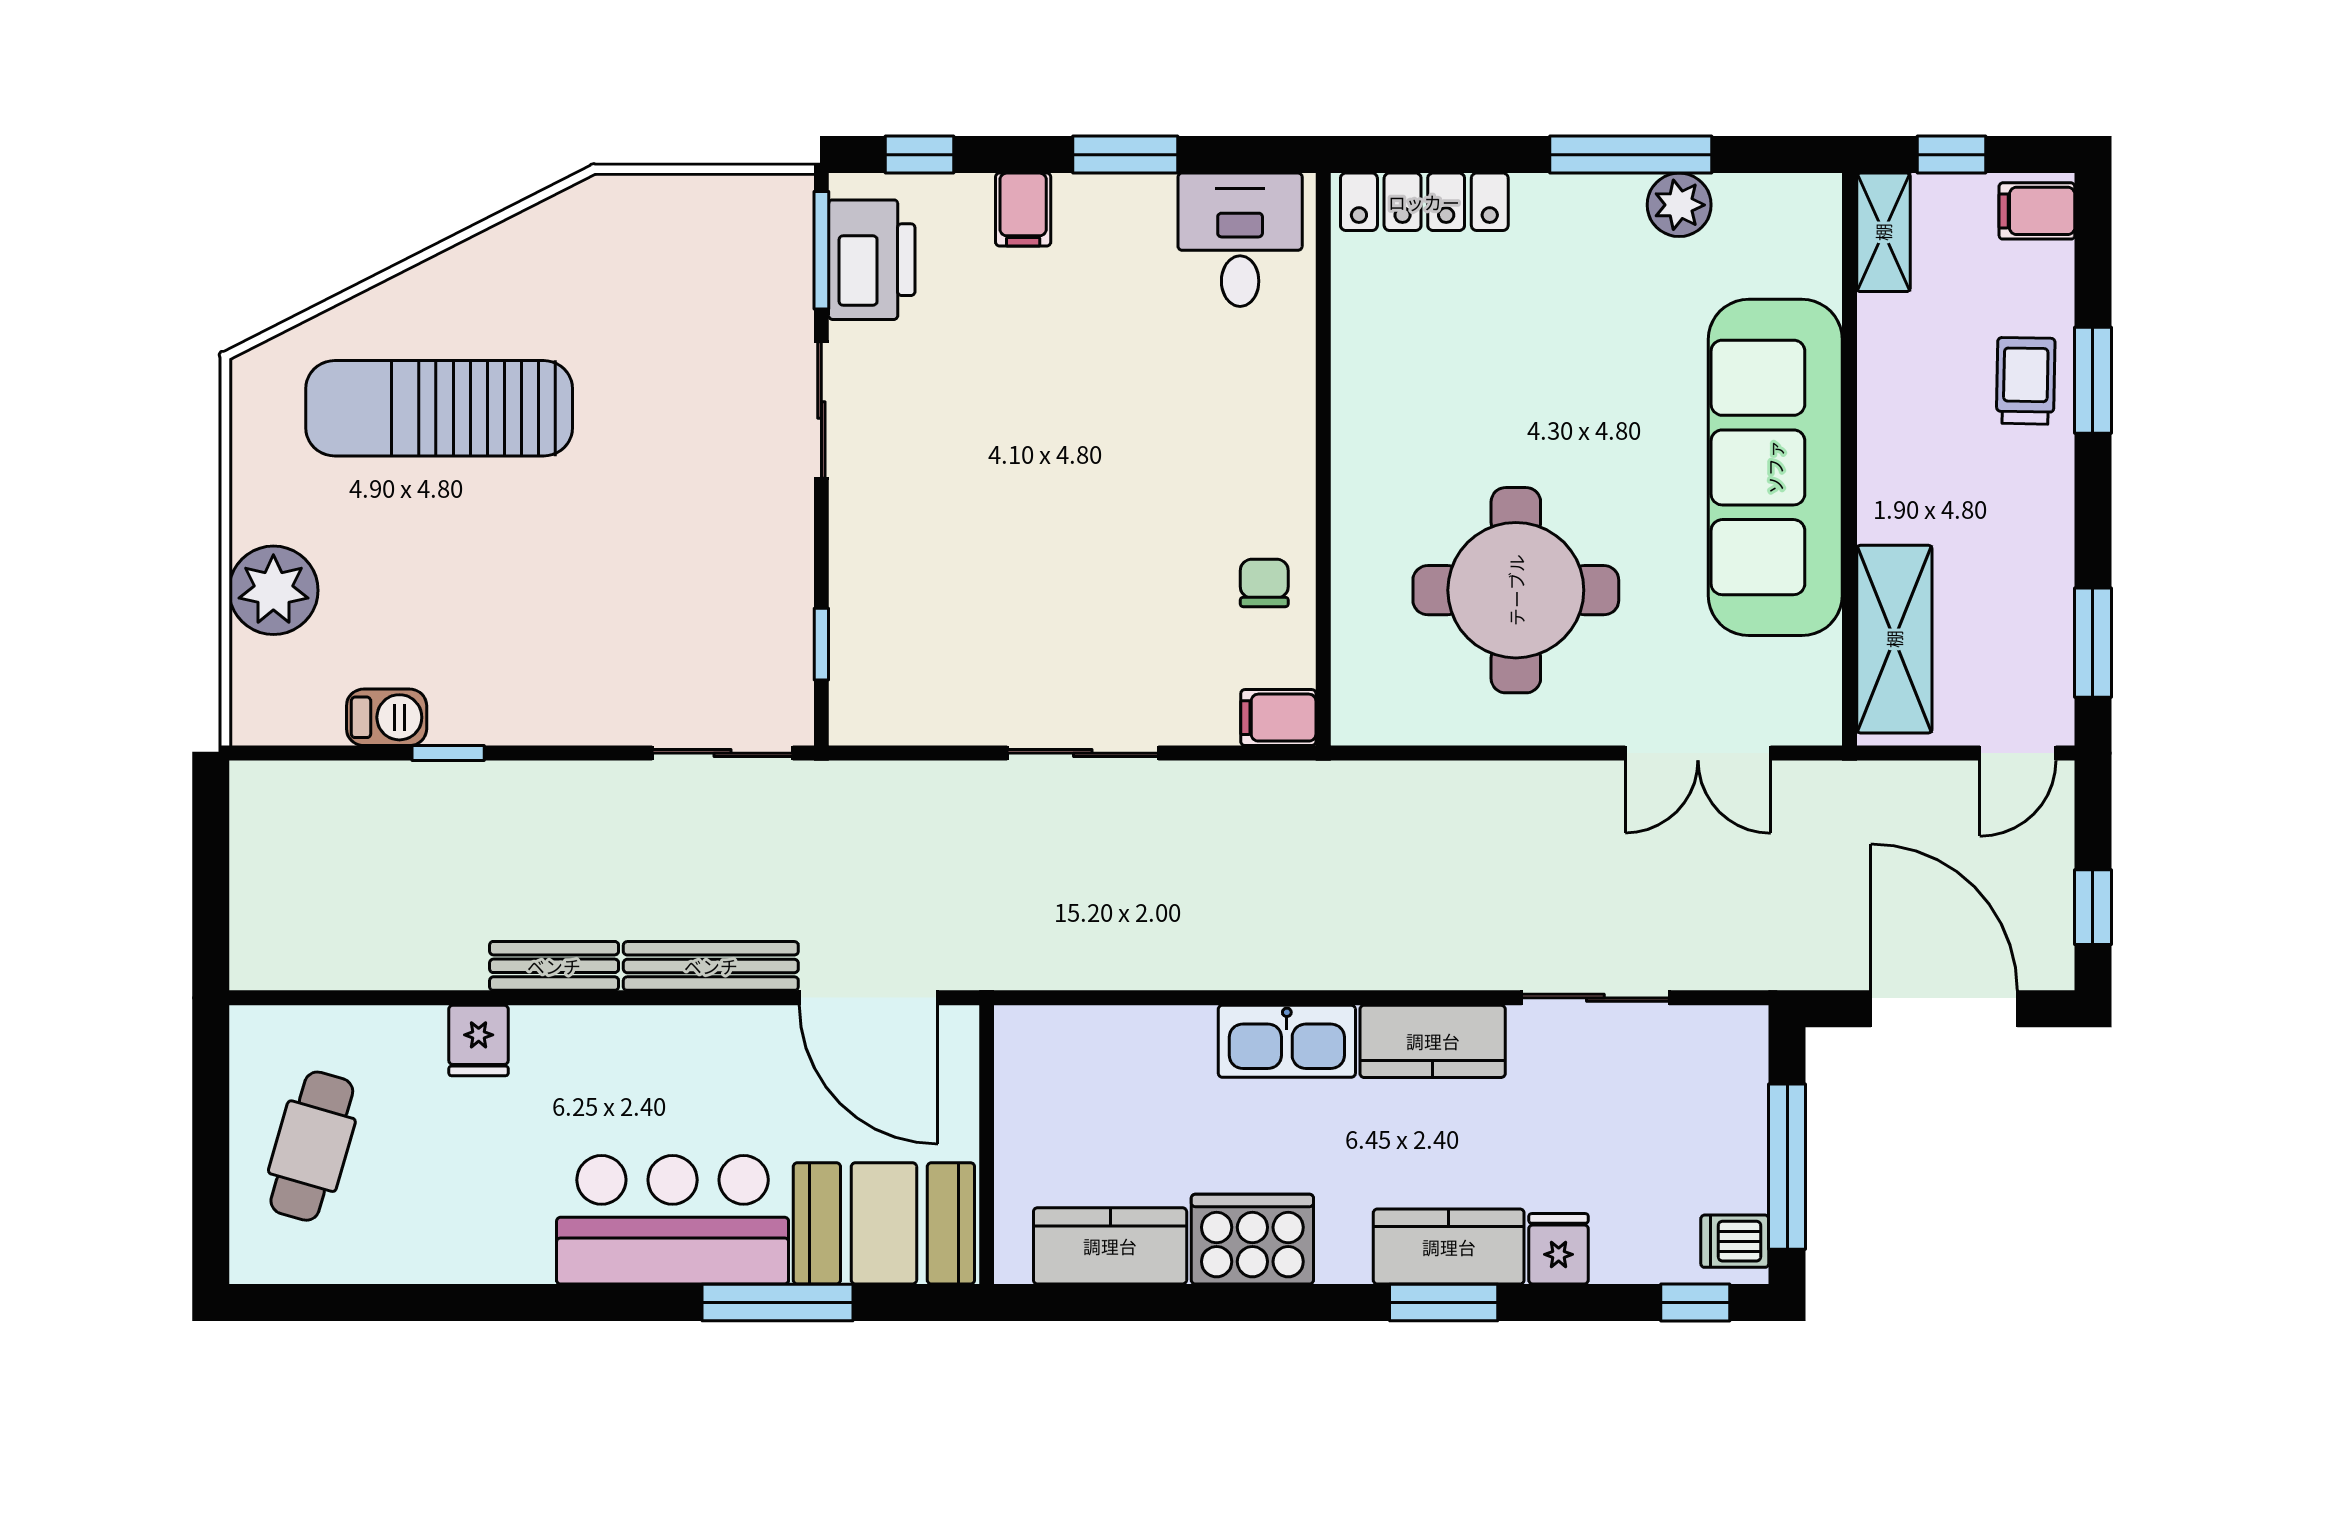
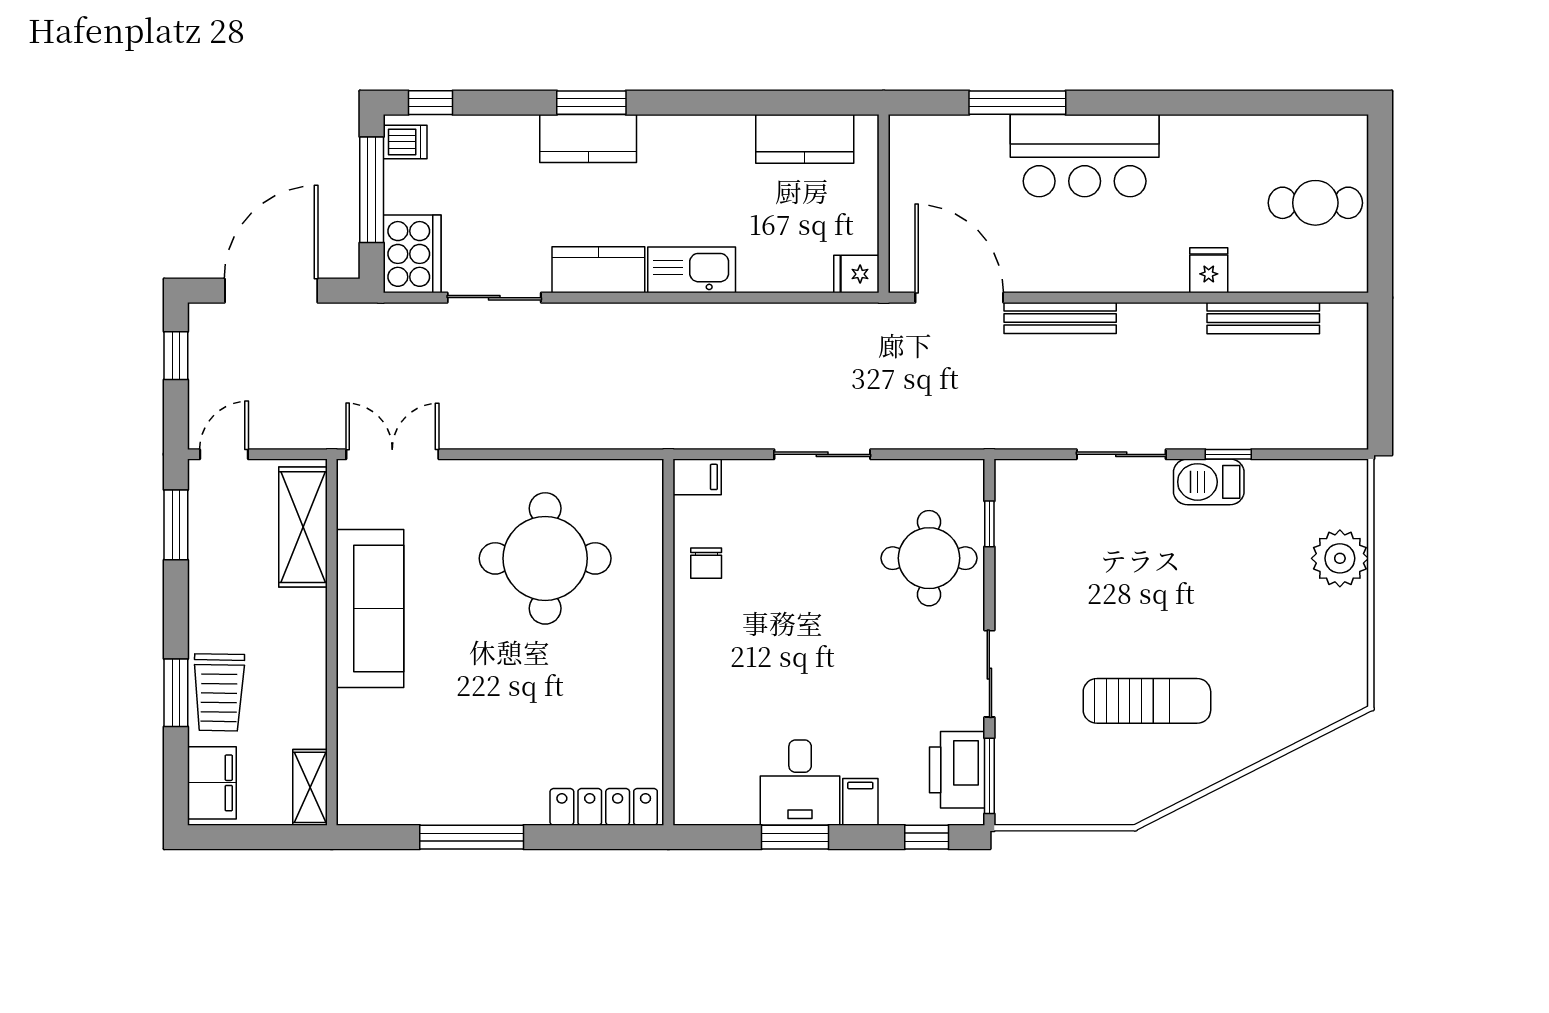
window: (1951, 155) -> (266, 837), removed
plant: (1679, 205) -> (441, 805), removed
filing cabinet: (2037, 211) -> (212, 783), width x2.00
desk: (1240, 240) -> (800, 783), moved
trolley: (2026, 381) -> (219, 692), width x1.36, depth x1.39
sun lounger: (439, 408) -> (1147, 701), moved, width x0.73, depth x0.75
sofa: (1775, 467) -> (370, 608), width x0.74, depth x0.79
round table: (916, 591) -> (929, 558), added
barbecue: (387, 717) -> (1209, 482), moved, width x1.38, depth x1.27
sliding door: (723, 753) -> (1121, 454), moved
double door: (1698, 753) -> (392, 454), moved
bench: (554, 966) -> (1263, 318), moved, width x1.36
door: (1944, 1009) -> (271, 291), swing flipped
cafe table: (312, 1146) -> (1315, 203), turned 74
booth: (884, 1223) -> (949, 153), removed
cooker: (1252, 1239) -> (412, 254), moved, turned -90
fridge: (1559, 1249) -> (856, 274), moved, turned 90

